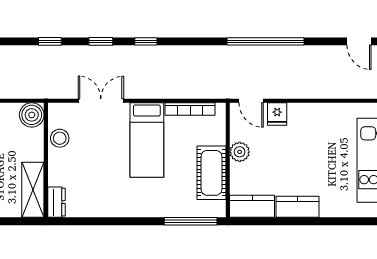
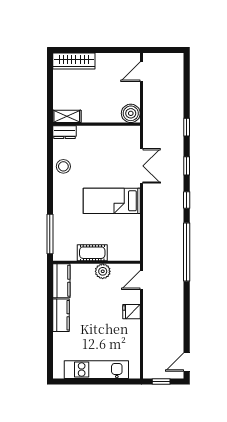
window: (266, 41) -> (187, 252), moved
bookcase: (190, 109) -> (135, 234), removed
fridge: (277, 114) -> (131, 312), moved
stool: (60, 138) -> (63, 166), moved
cot: (211, 173) -> (92, 253), width x0.73, depth x0.75
shelving: (33, 190) -> (67, 116), width x0.67, depth x0.75

